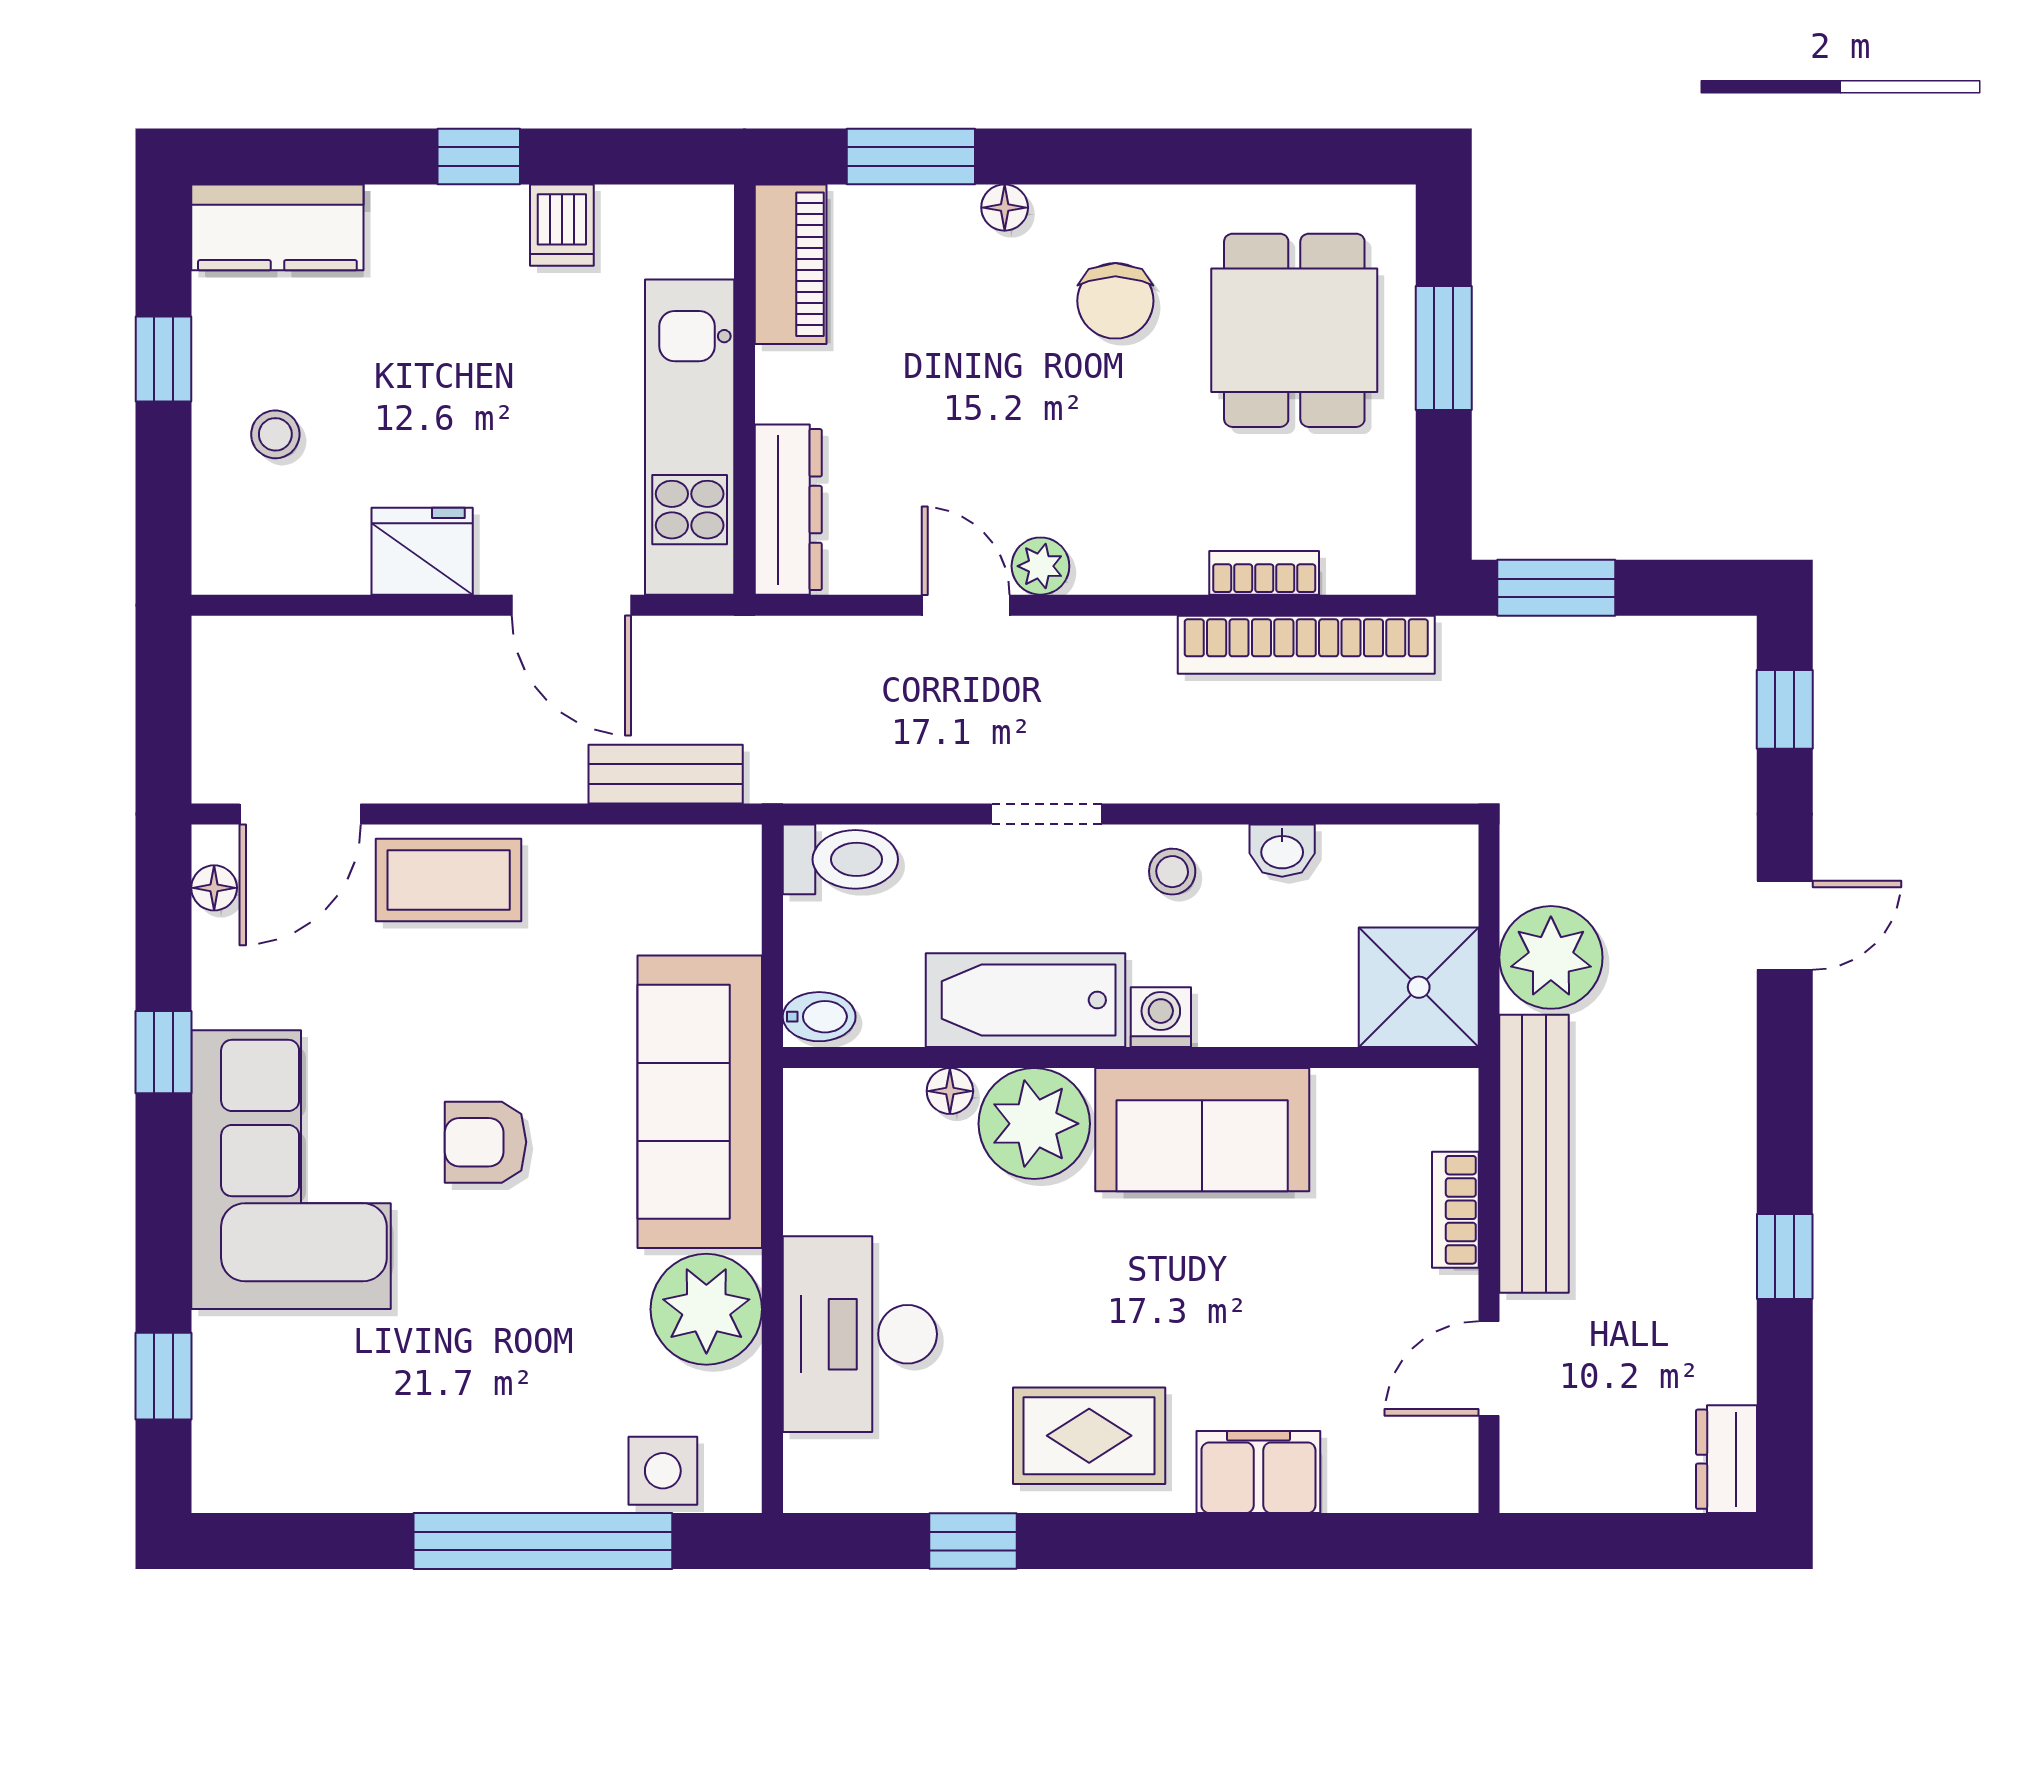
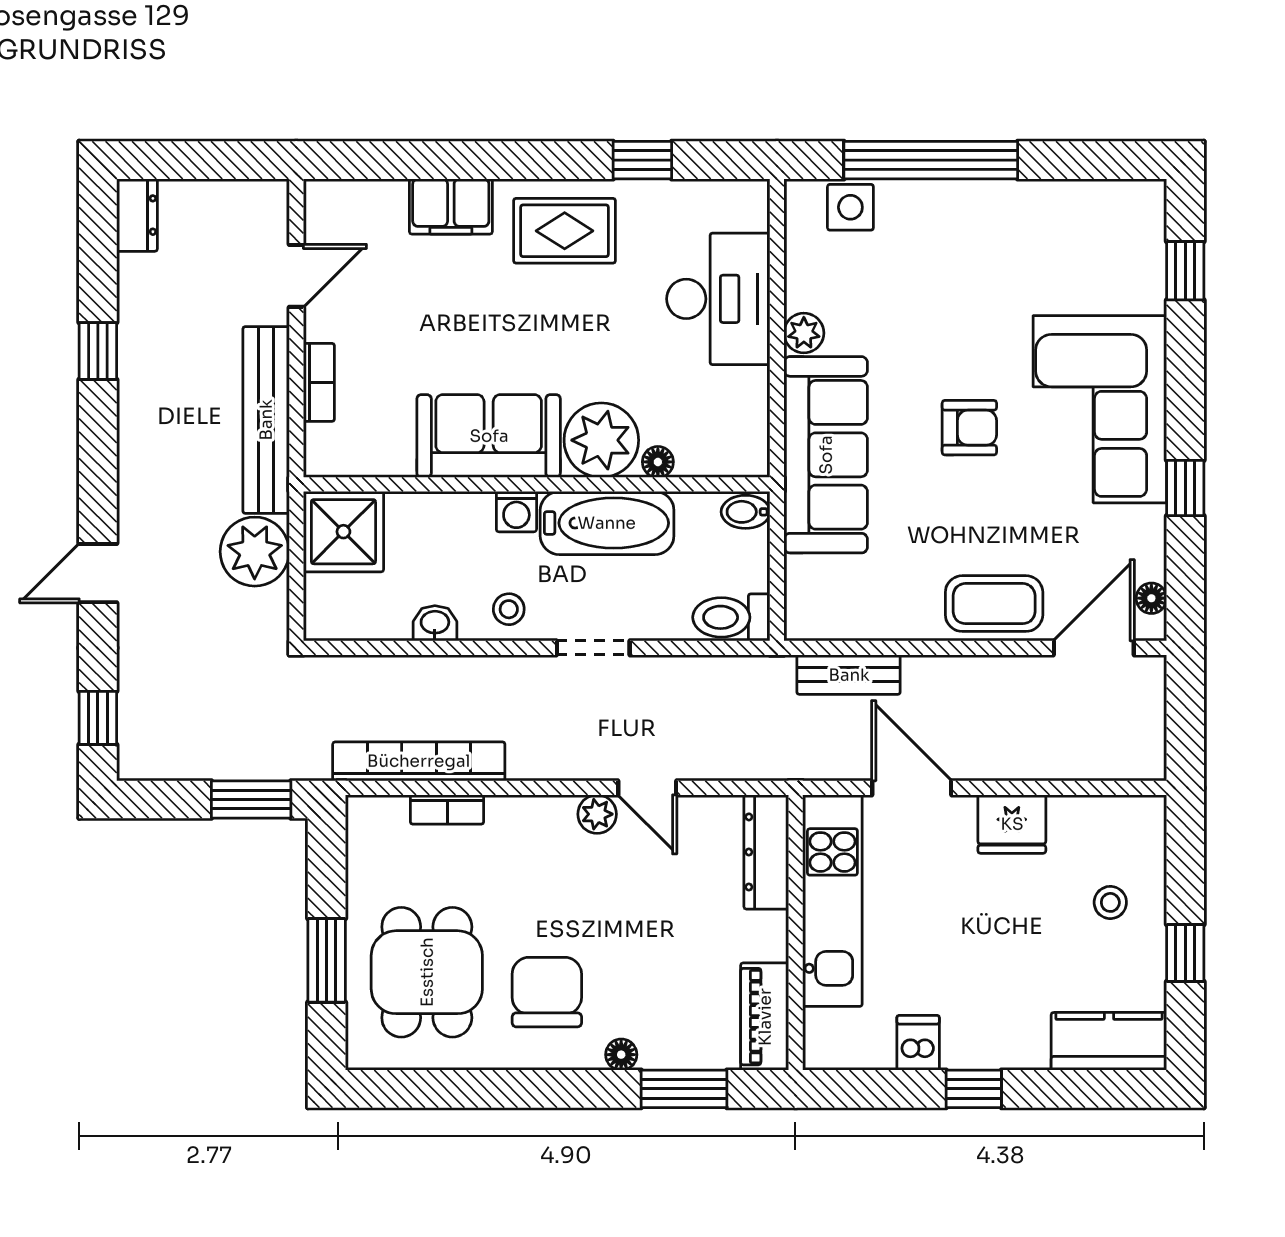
chair: (1115, 301) -> (547, 992), width x1.37, depth x1.37
plant: (706, 1309) -> (804, 333), width x0.53, depth x0.53

